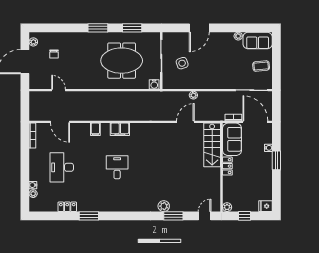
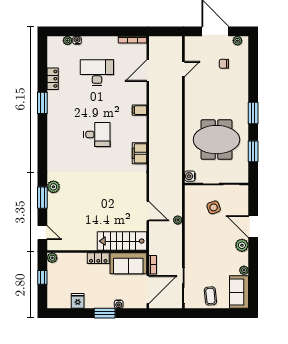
plant: (216, 38) -> (242, 245), added
meeting table: (122, 61) -> (216, 140), turned 90
filing cabinet: (120, 129) -> (140, 153), moved
fridge: (266, 206) -> (78, 301), moved

